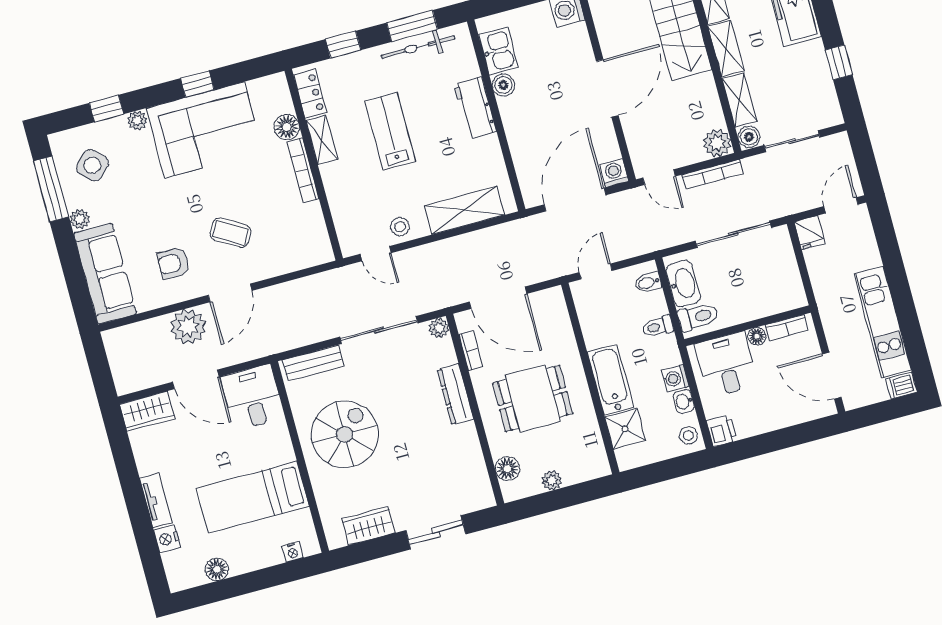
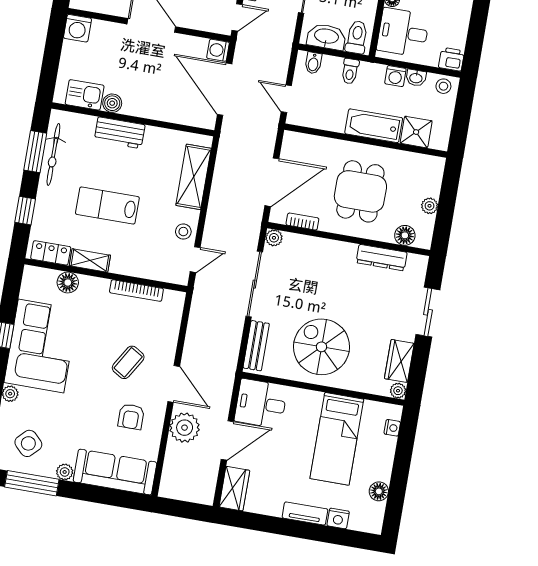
bookcase: (303, 170) -> (136, 291), moved
dresser: (455, 394) -> (382, 258), moved
plant: (336, 539) -> (398, 391), added

